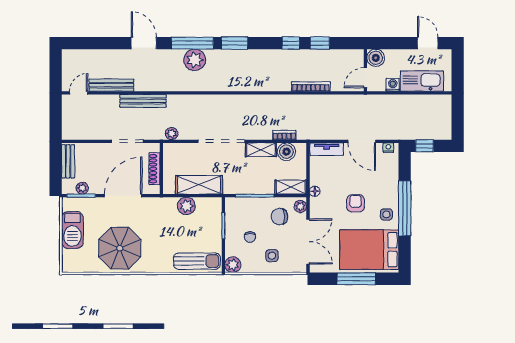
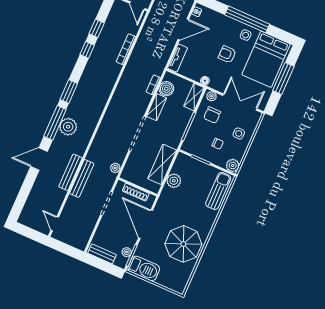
bench: (111, 85) -> (70, 172), moved
barbecue: (72, 230) -> (144, 268), moved

